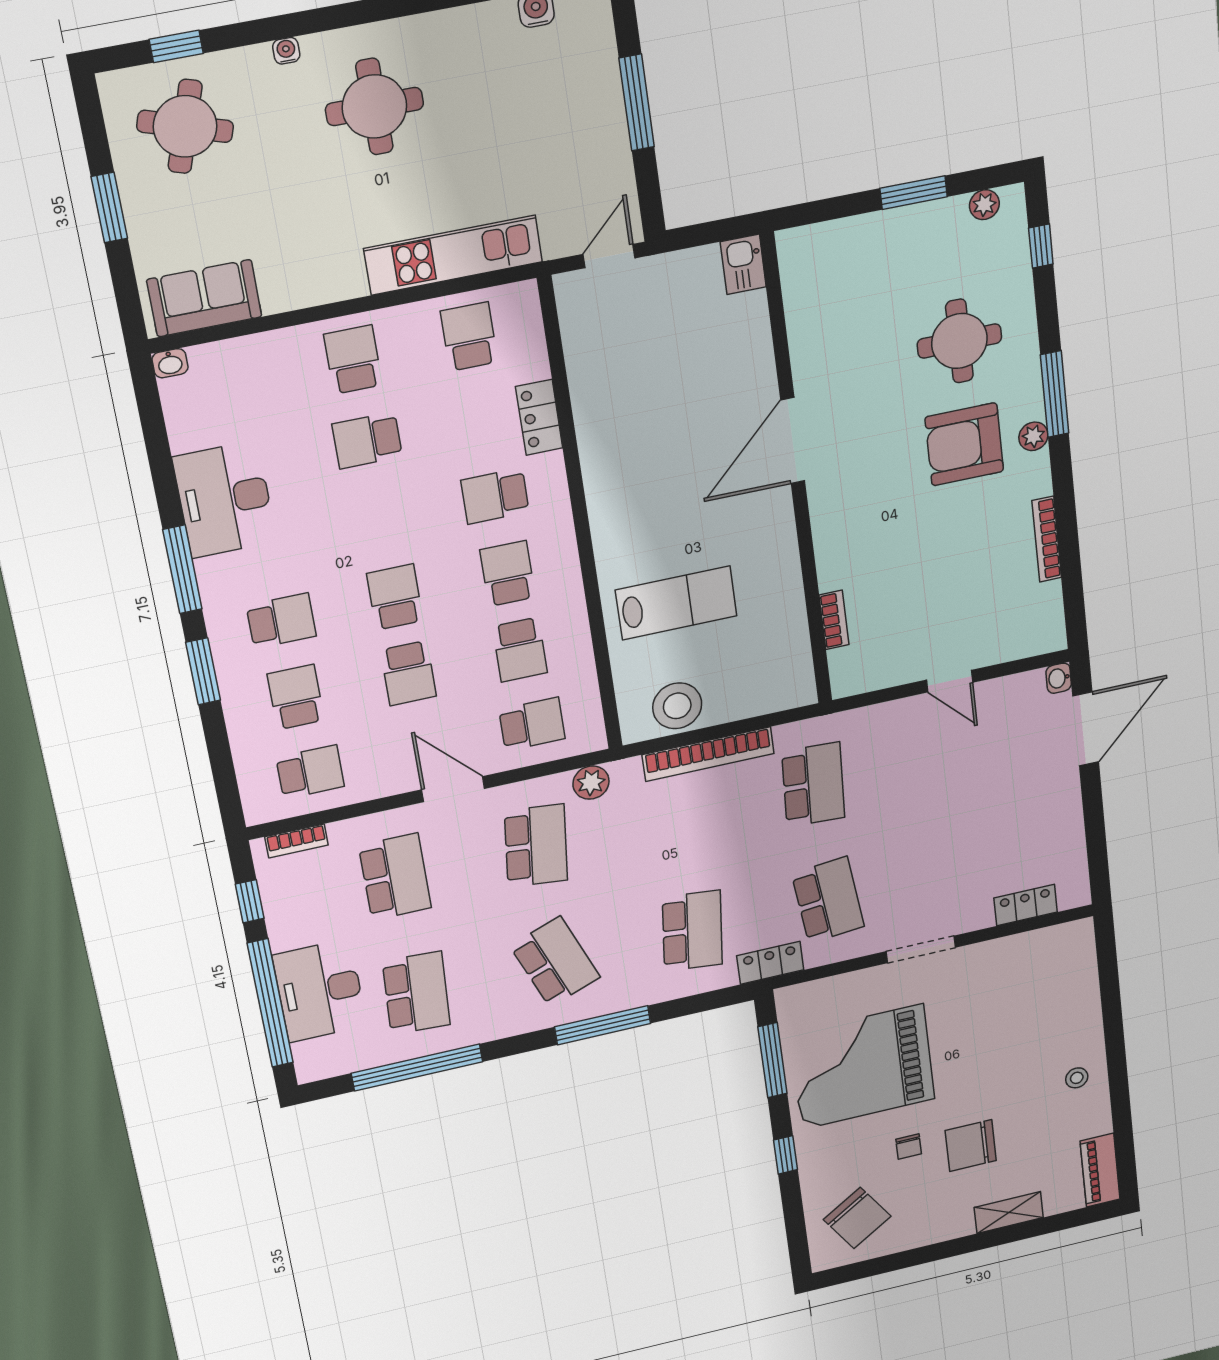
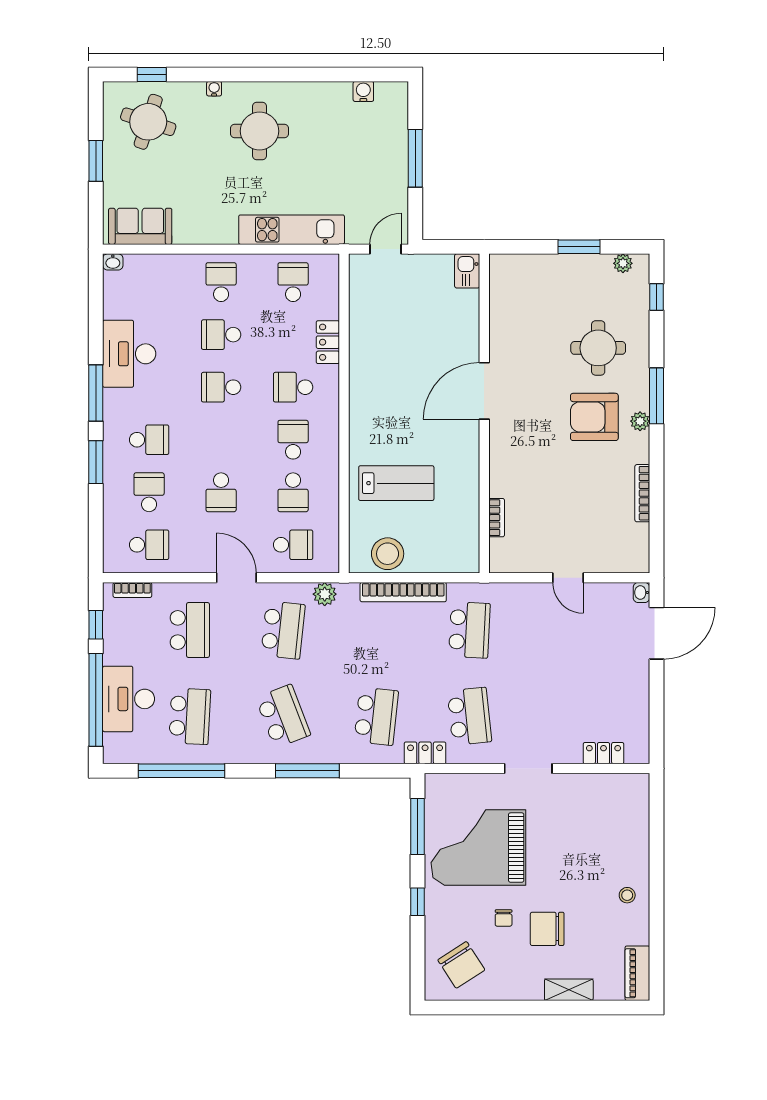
school desk: (395, 597) -> (221, 387), moved, turned -90

